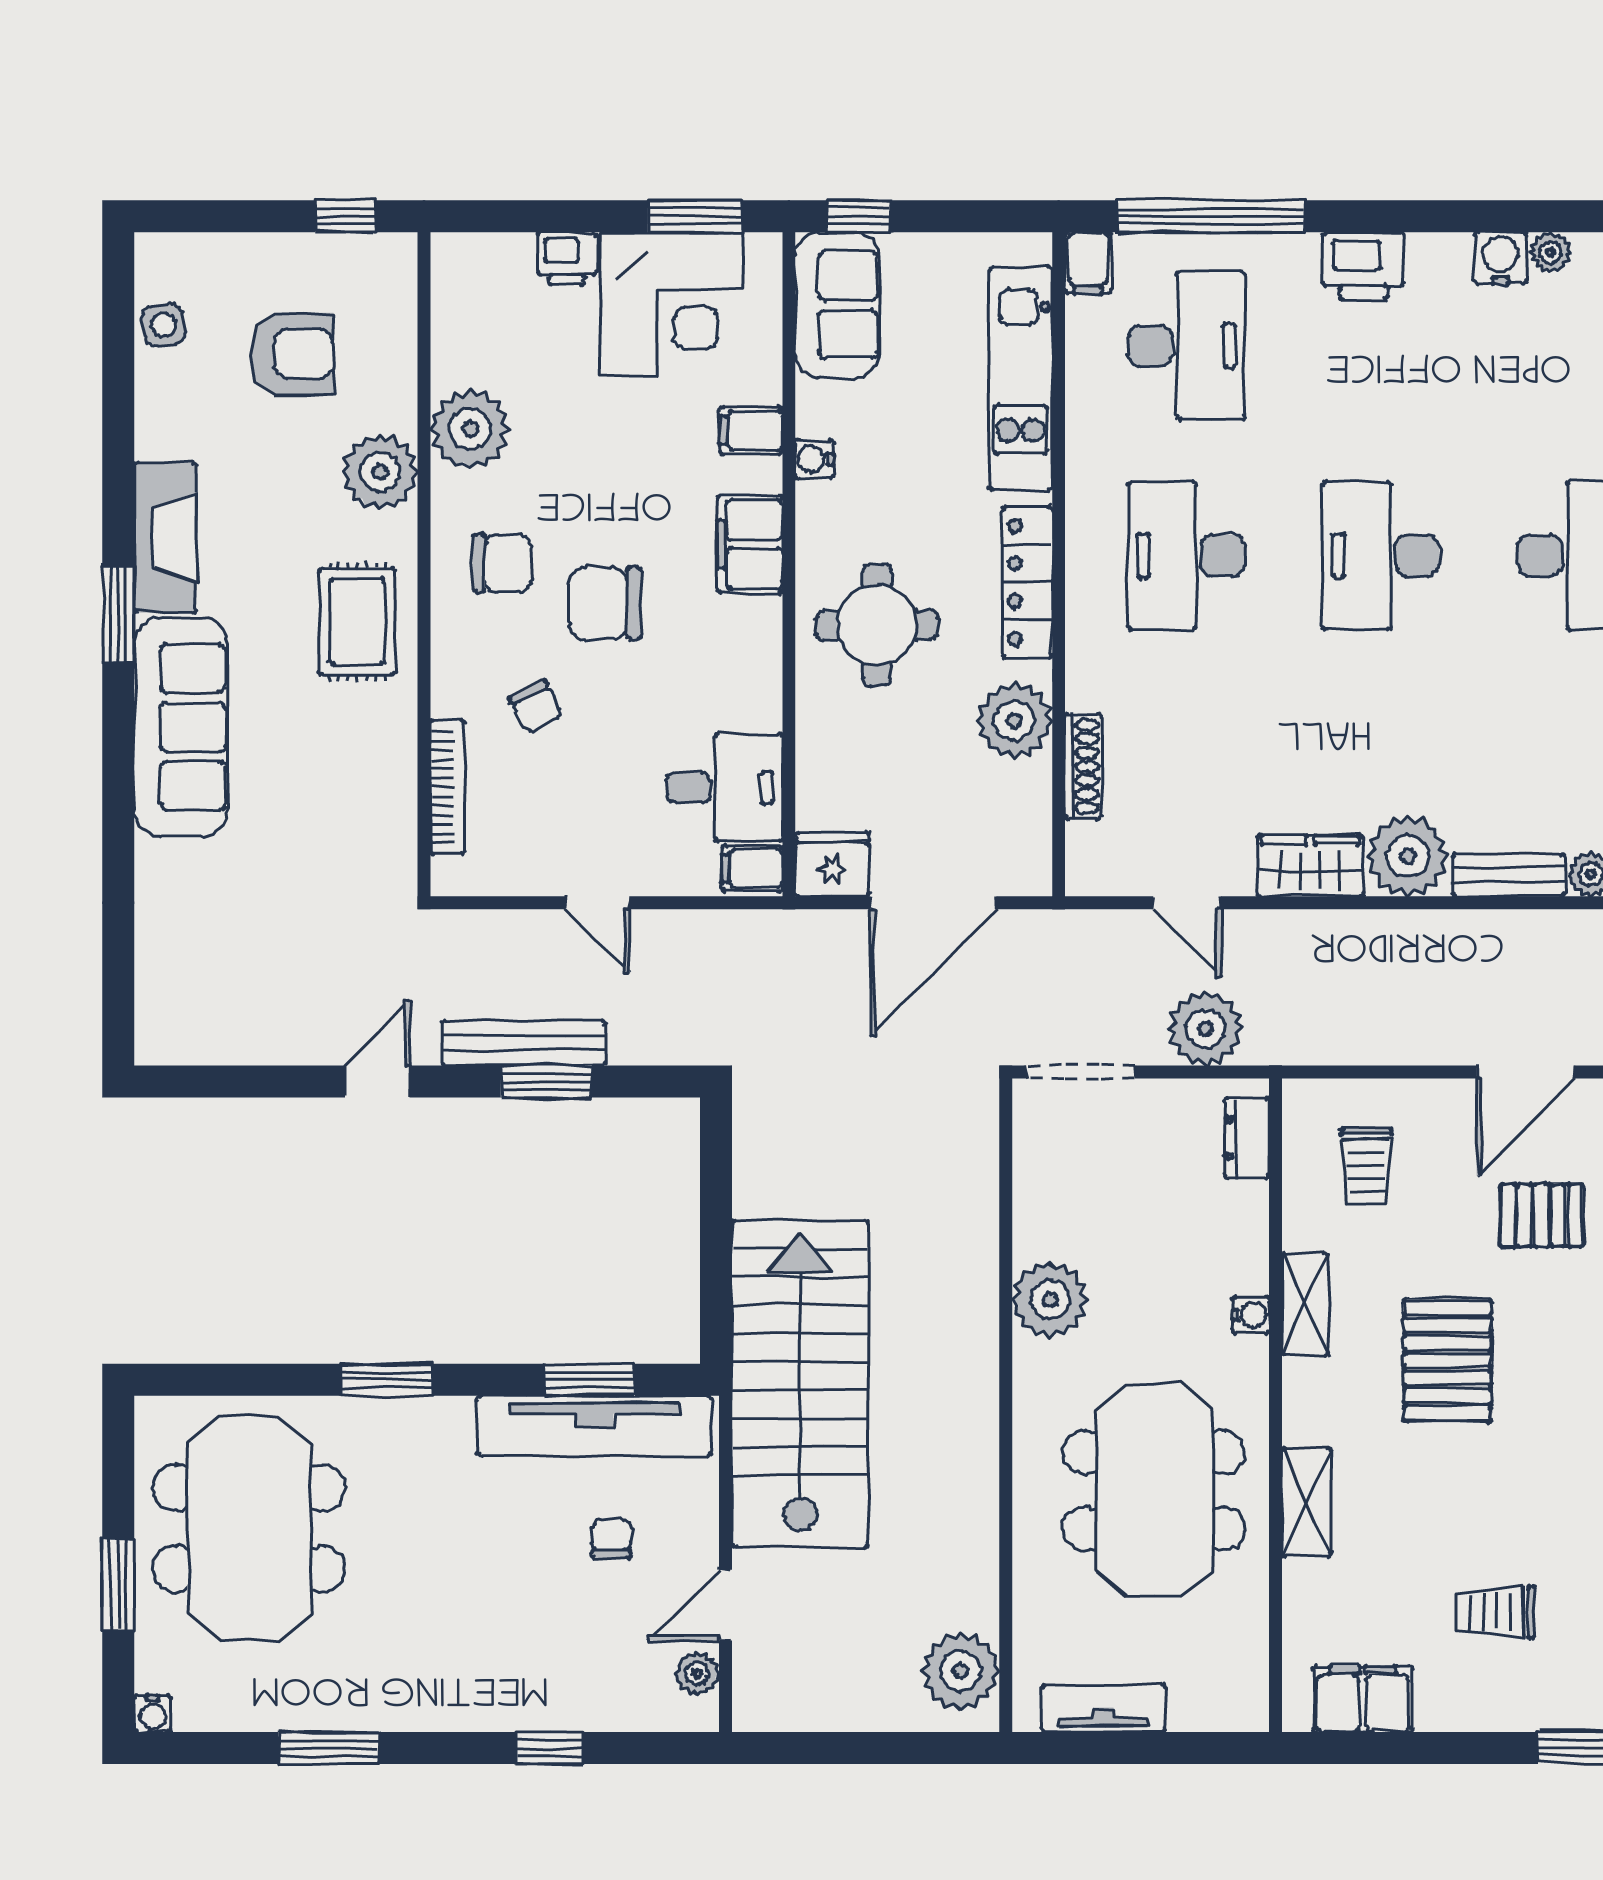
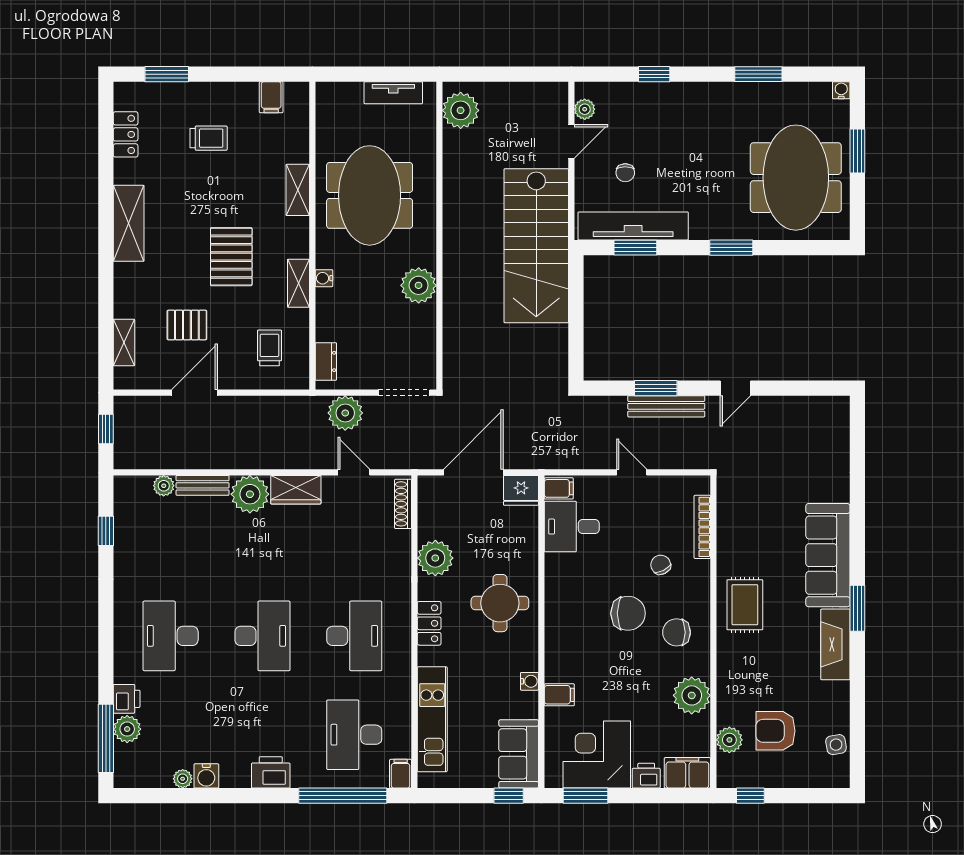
plant: (380, 472) -> (729, 740), moved, width x0.73, depth x0.73
filing cabinet: (750, 544) -> (687, 773), moved, turned -90
locker: (1027, 582) -> (429, 623), width x0.66
shoe rack: (1083, 766) -> (403, 504), moved
filing cabinet: (1363, 1699) -> (271, 97), width x0.50

